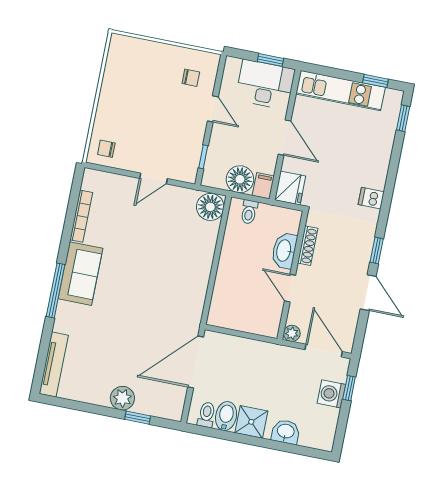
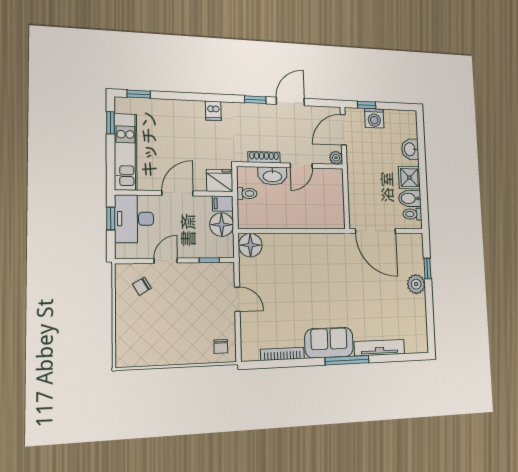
chair: (191, 78) -> (142, 286), turned -120
toilet: (249, 212) -> (247, 193), moved
tv unit: (54, 364) -> (379, 348), moved

